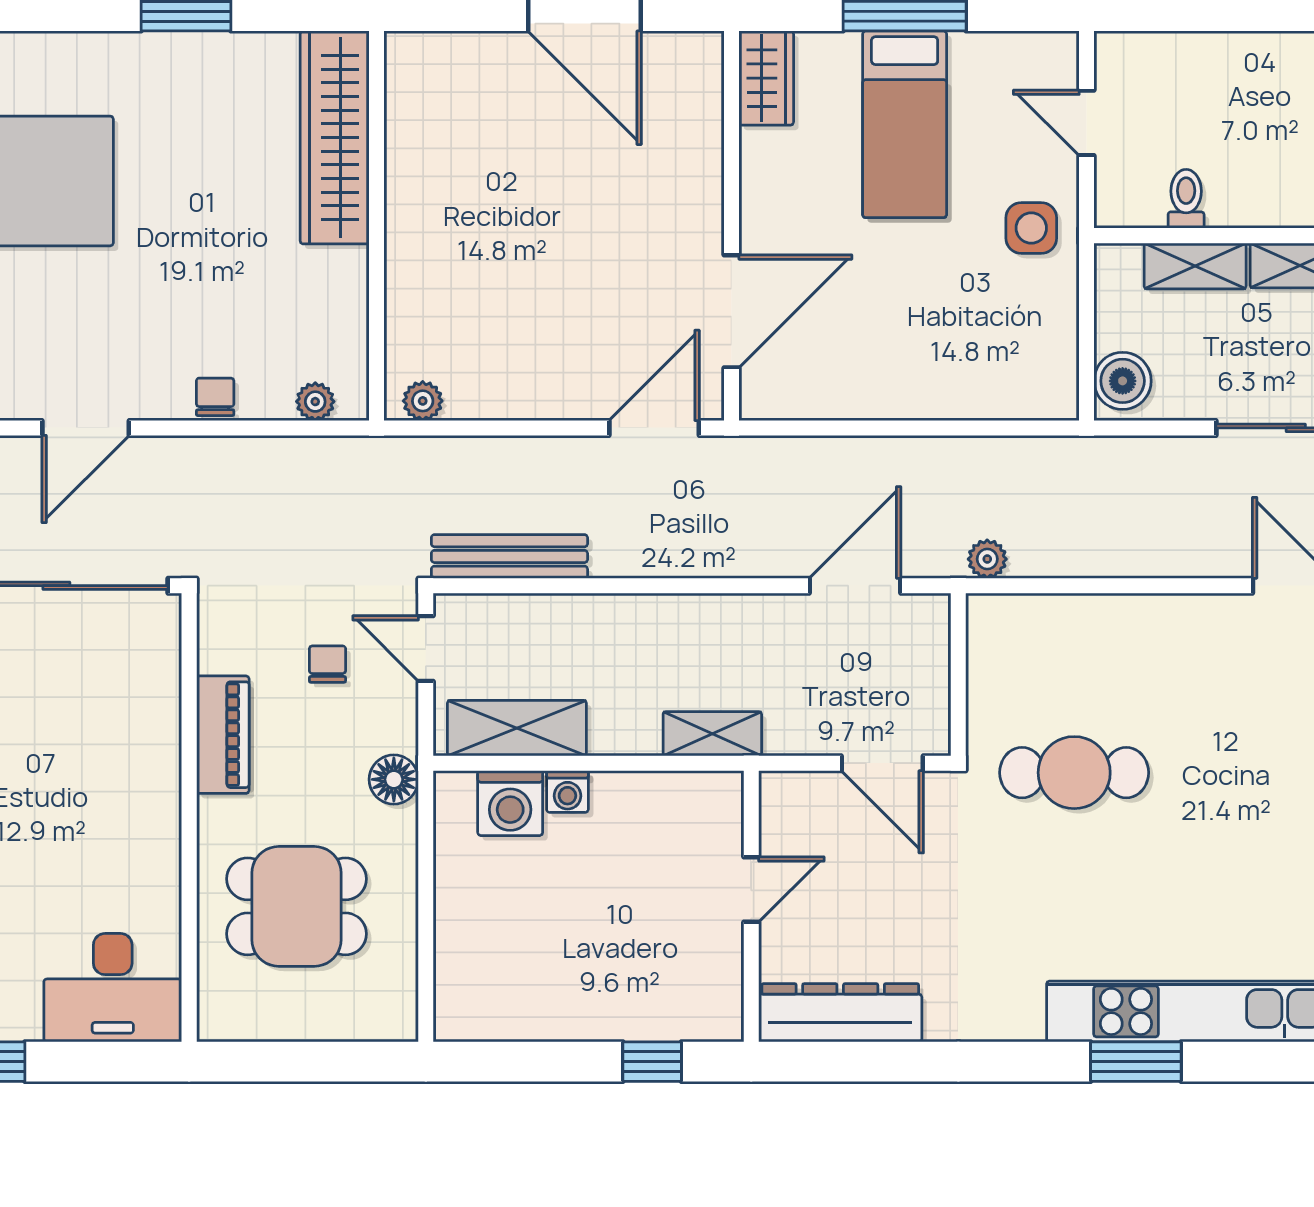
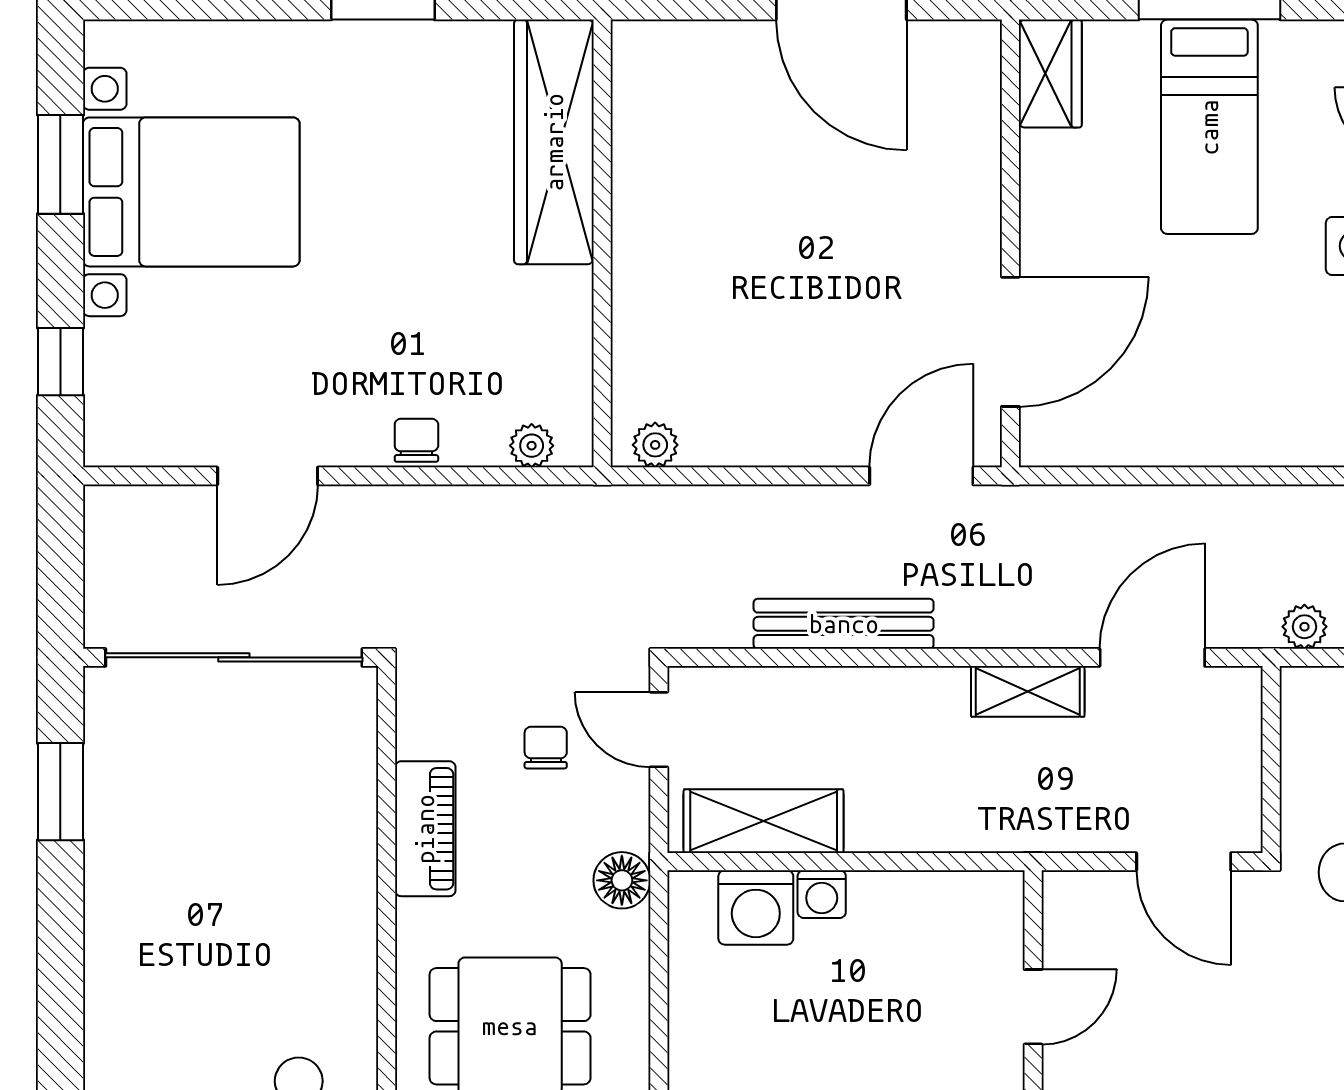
bench: (509, 556) -> (844, 624), moved
shelving: (712, 734) -> (1028, 691), moved

